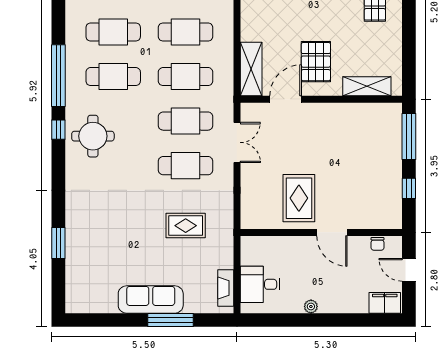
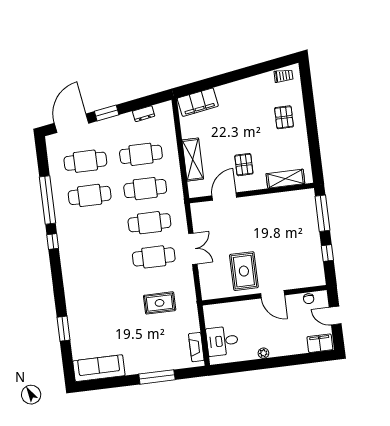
pallet: (316, 62) -> (244, 165), width x0.67, depth x0.71
shelving: (251, 69) -> (193, 160), moved
round table: (93, 136) -> (80, 243), removed
double door: (237, 142) -> (193, 249), moved
sofa: (151, 299) -> (99, 368), moved

